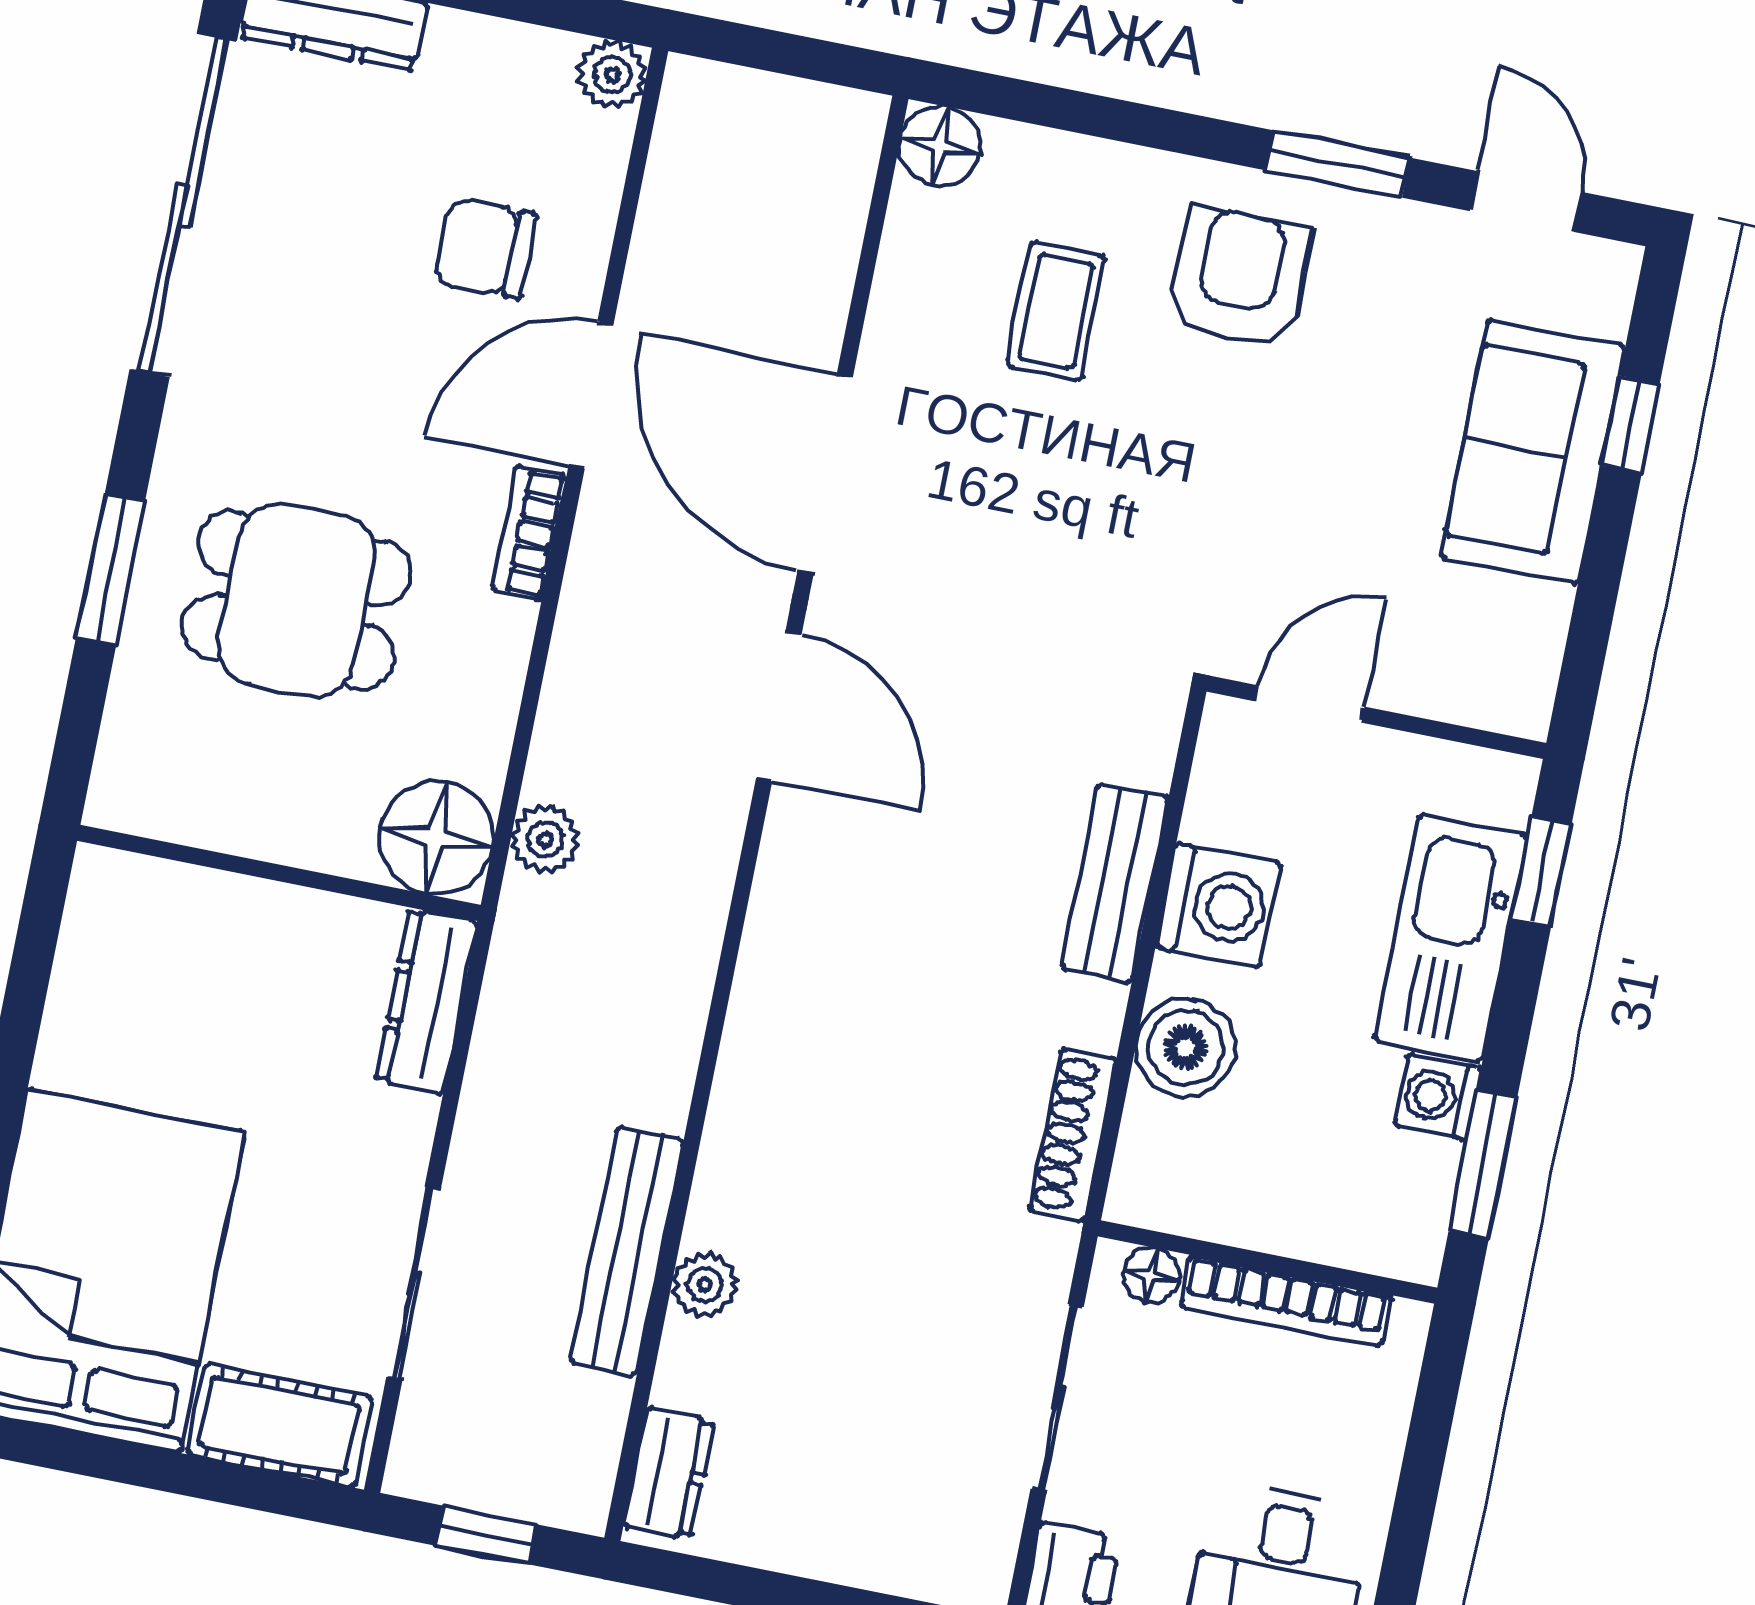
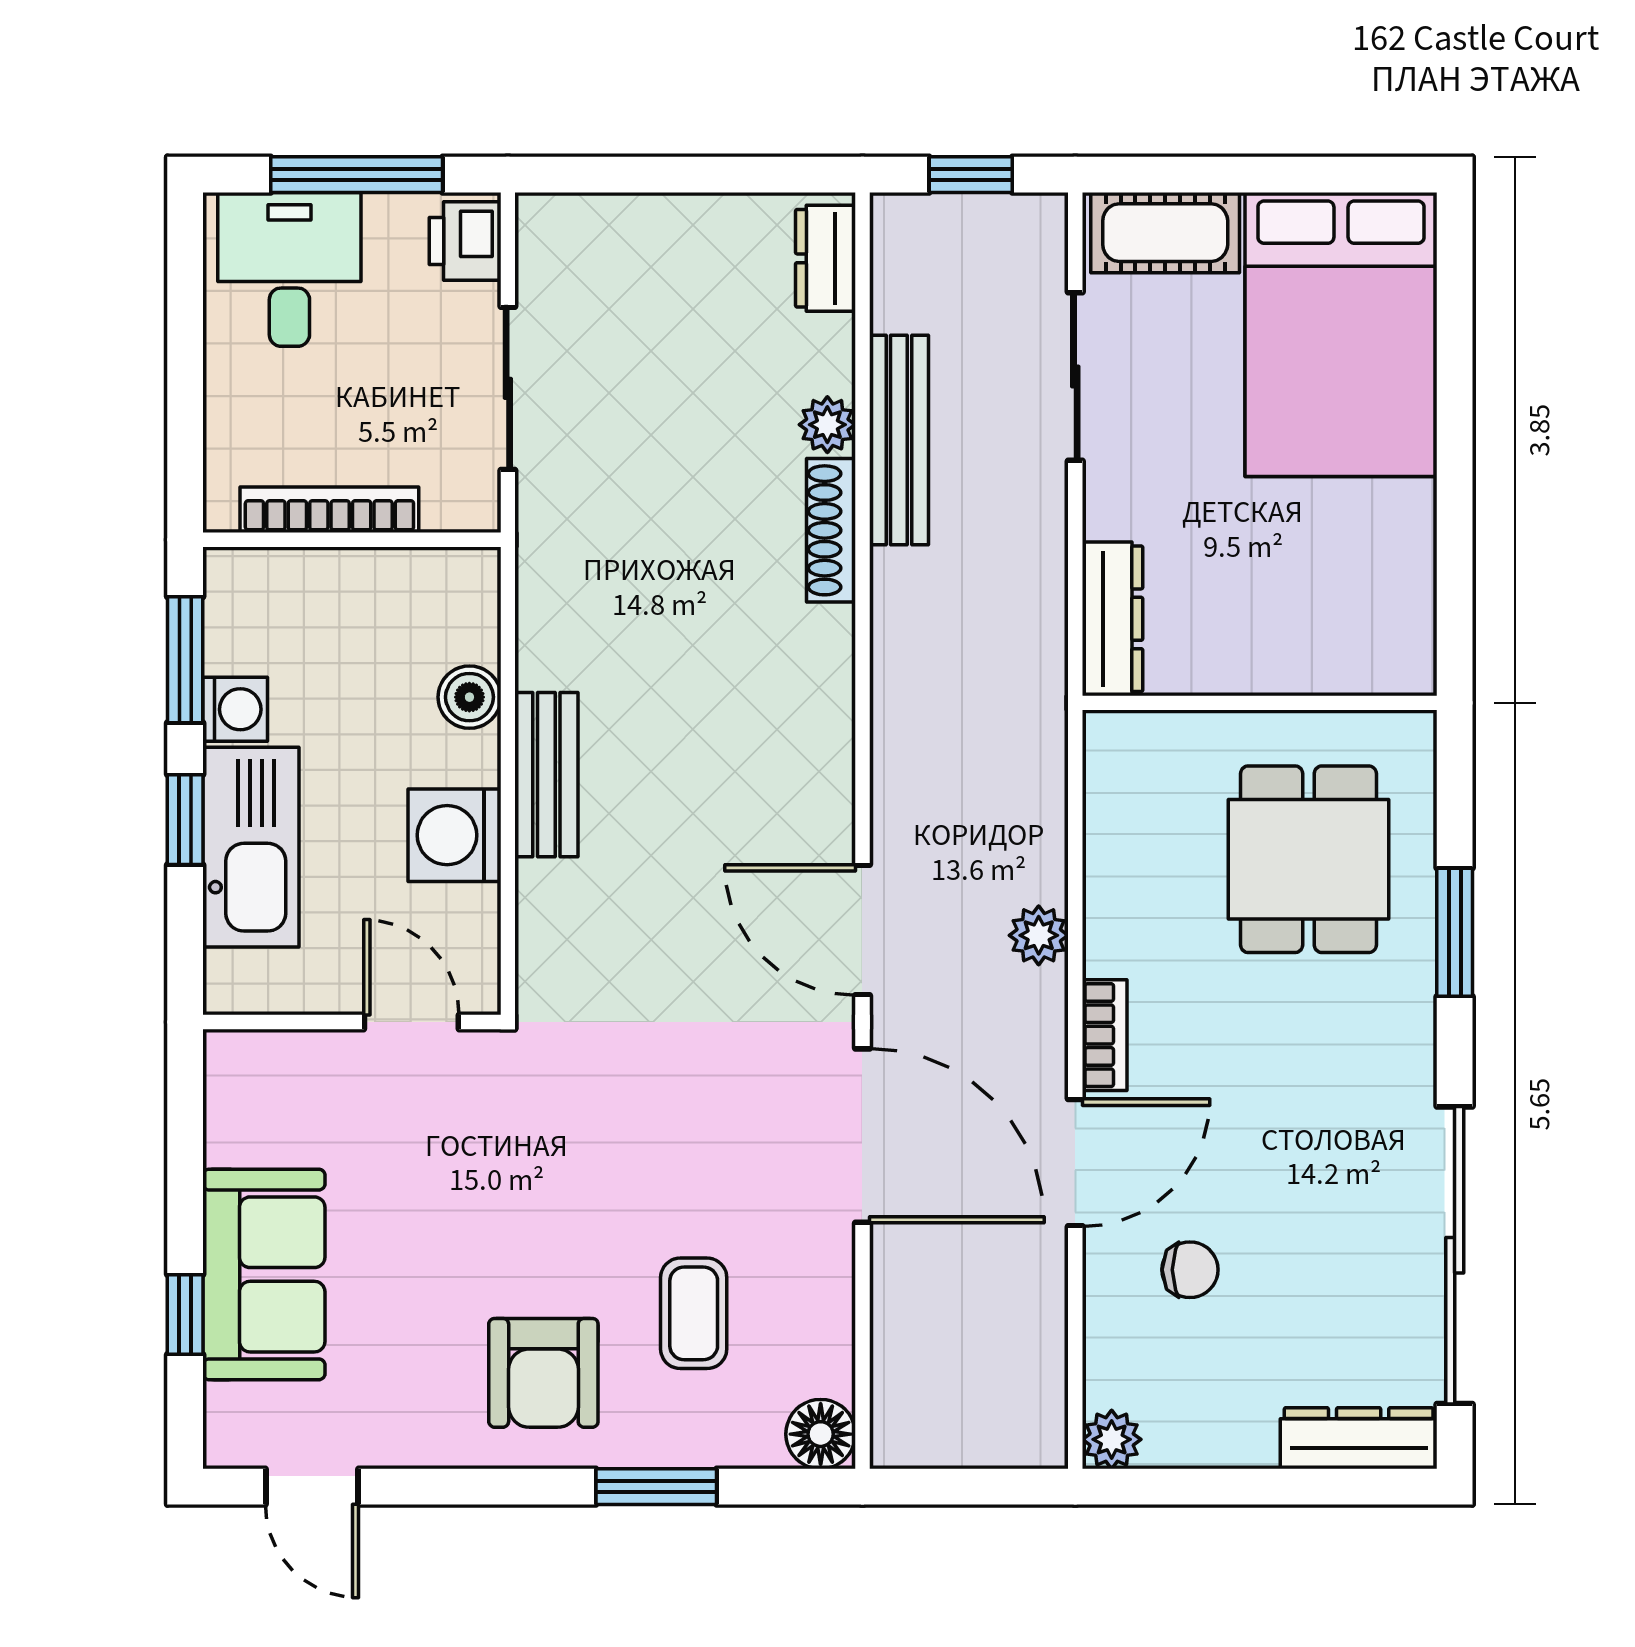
window: (1338, 164) -> (656, 1487), moved
chair: (486, 248) -> (1190, 1270), width x0.73, depth x0.73
dining table: (296, 600) -> (1308, 859), moved, turned 90
door: (1309, 704) -> (411, 1022), swing flipped
floor lamp: (436, 838) -> (1132, 760), removed
plant: (545, 840) -> (1039, 935), moved
window: (1541, 872) -> (185, 820), moved
bench: (1115, 882) -> (546, 775), moved
boiler: (1186, 1047) -> (469, 697), width x0.73, depth x0.73
shoe rack: (1073, 1135) -> (831, 530), moved, turned 180
floor lamp: (1151, 1275) -> (449, 509), removed

